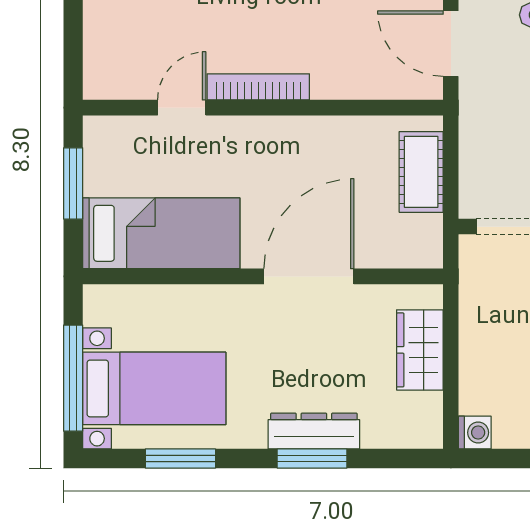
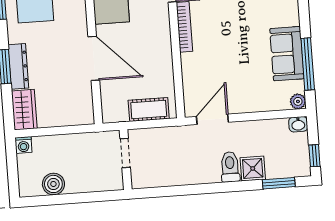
wardrobe: (420, 350) -> (24, 110), moved, turned 90

